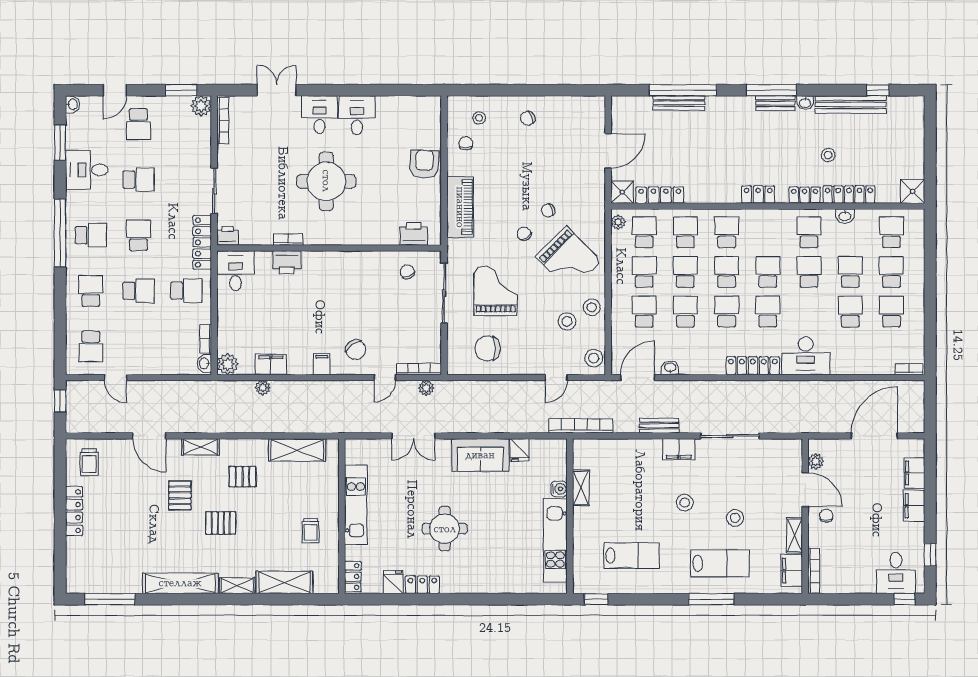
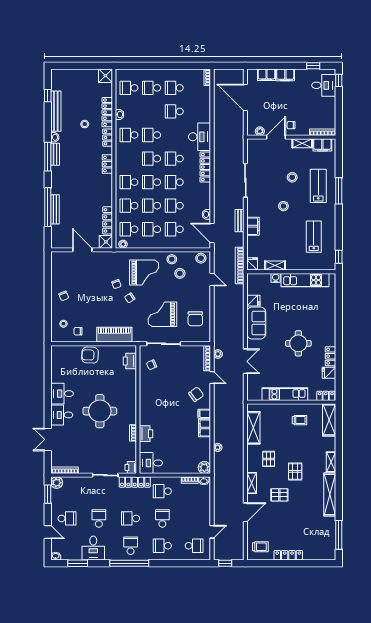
grand piano: (569, 259) -> (144, 273), turned 45
school desk: (850, 272) -> (152, 111), removed
school desk: (186, 291) -> (162, 491), turned -90
filing cabinet: (271, 364) -> (204, 428), moved
fridge: (584, 448) -> (252, 264), added
filing cabinet: (679, 449) -> (253, 226), moved
shelving: (285, 582) -> (329, 420), moved

